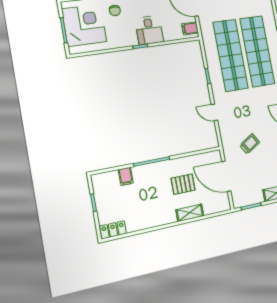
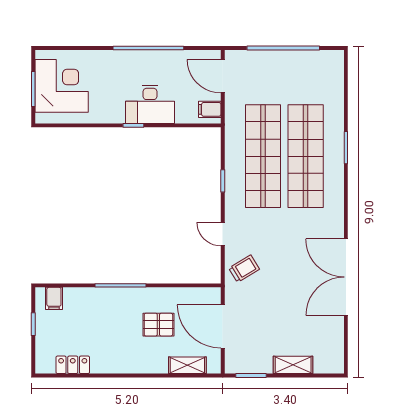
chair: (115, 10) -> (107, 71), removed
desk: (149, 30) -> (150, 104), width x1.37
trolley: (250, 144) -> (244, 269), moved
filing cabinet: (126, 176) -> (54, 298), moved
shelving: (190, 213) -> (187, 365), moved
locker: (113, 230) -> (73, 365), moved

